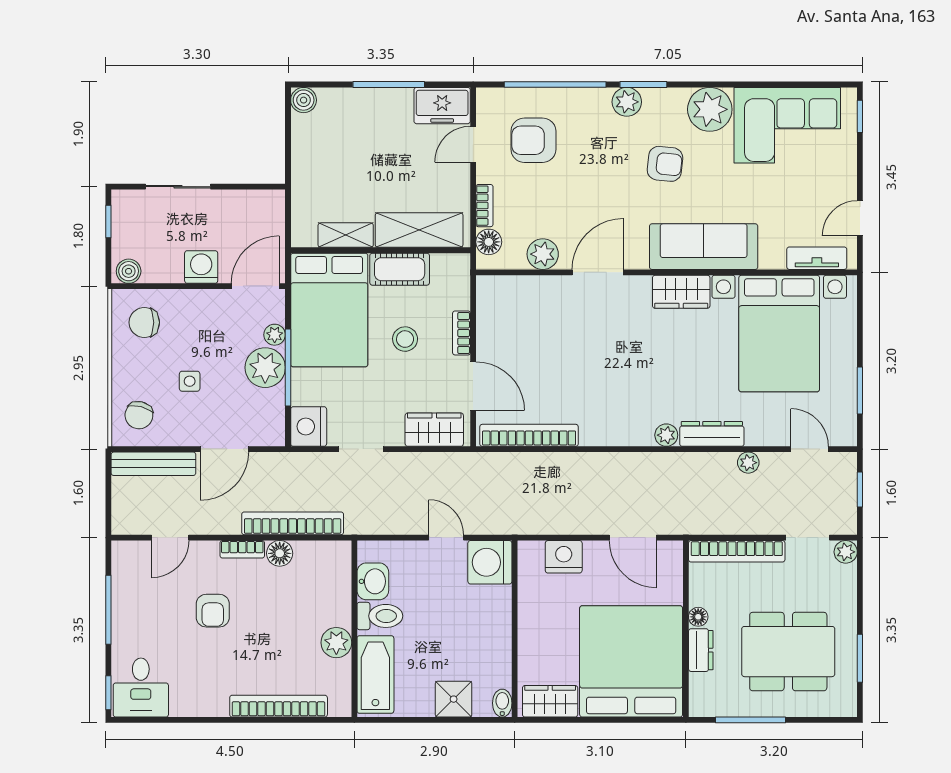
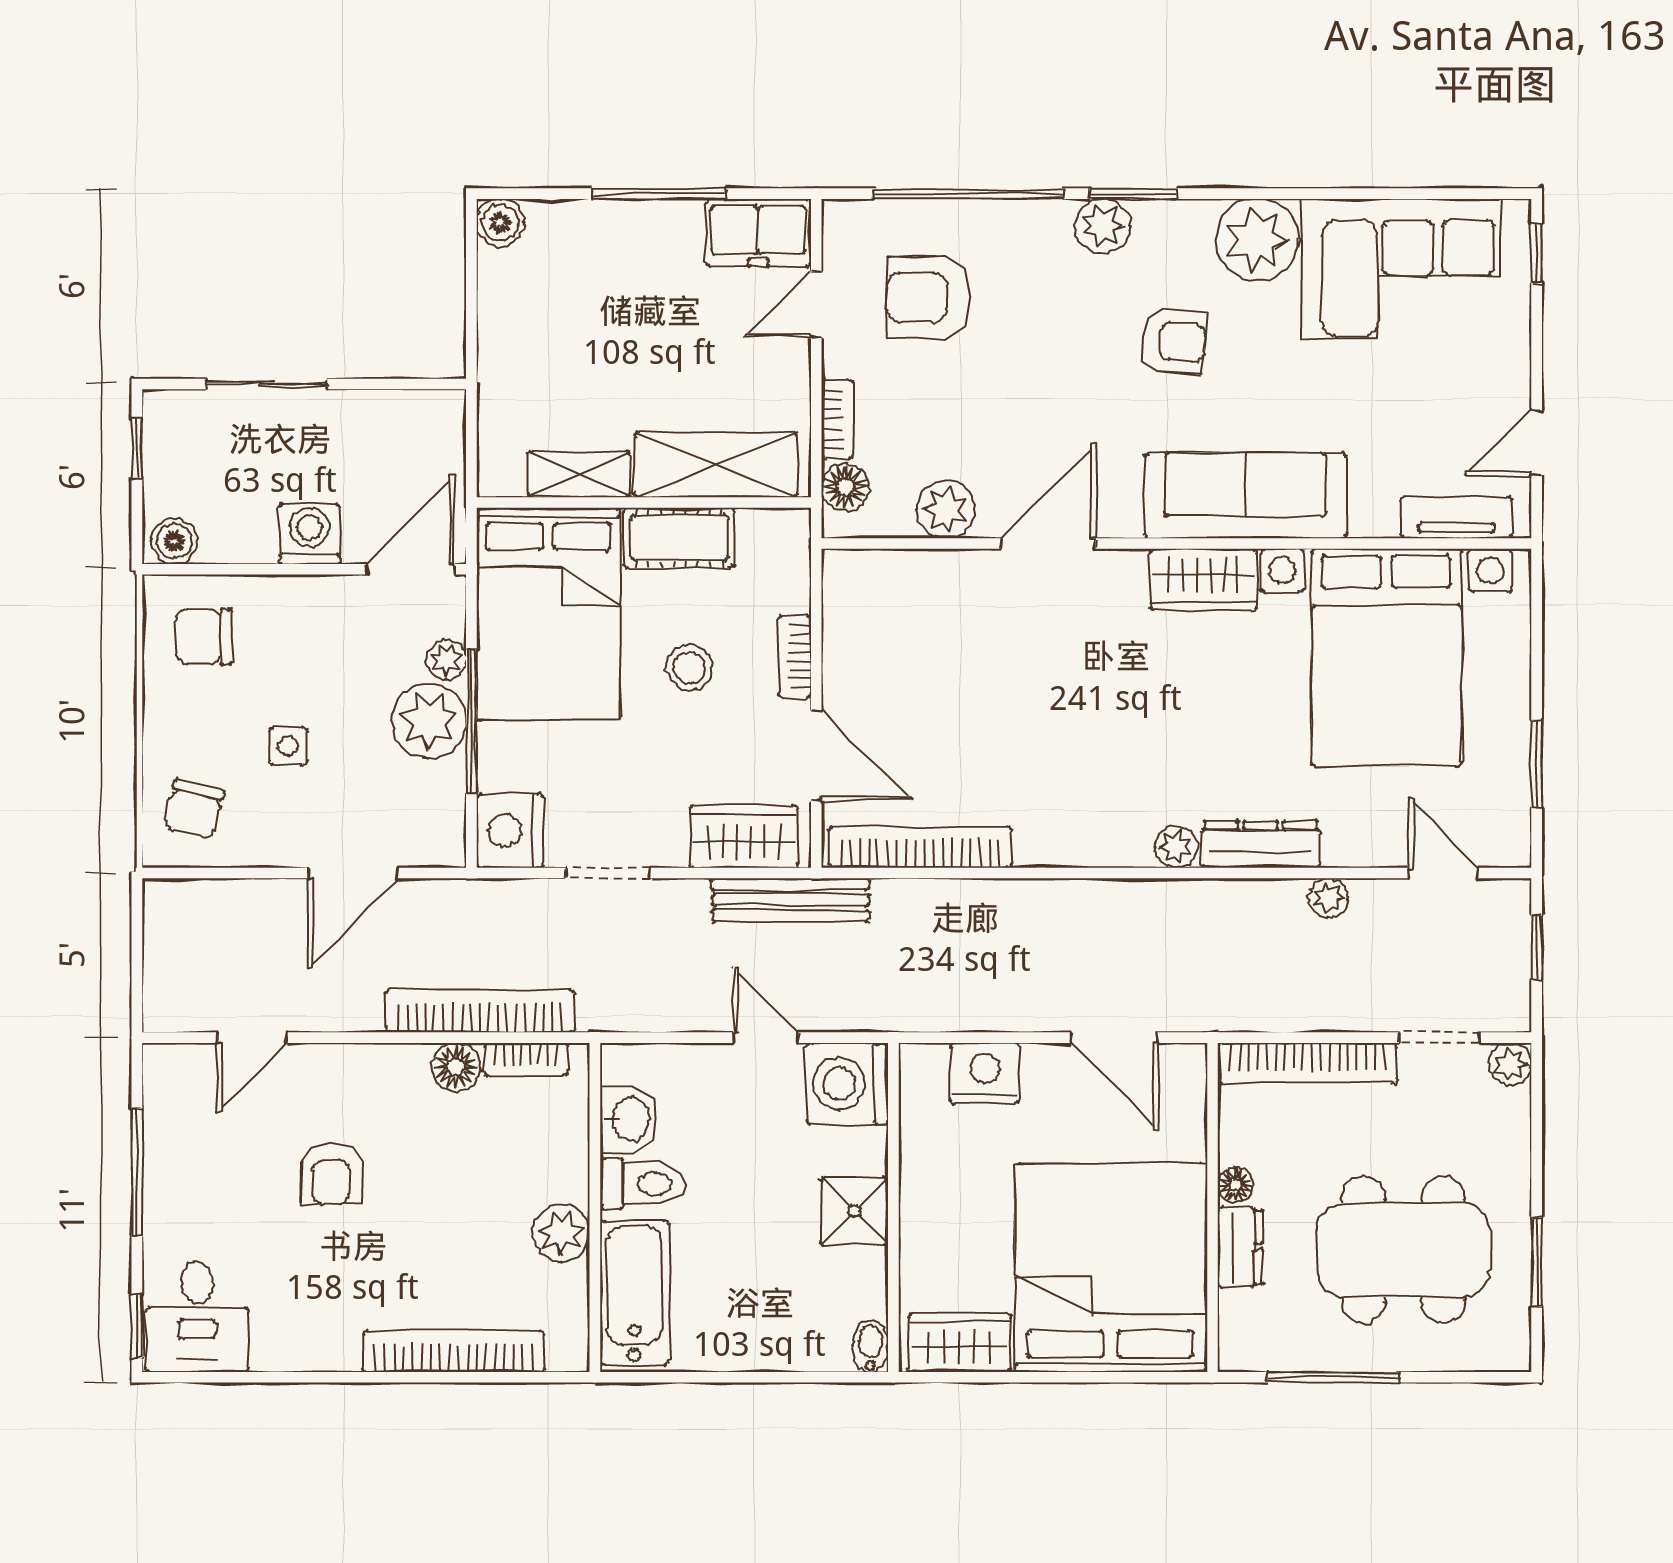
bench: (153, 464) -> (791, 900), moved
bookcase: (242, 549) -> (525, 1059), moved
shower: (454, 699) -> (855, 1211), moved

